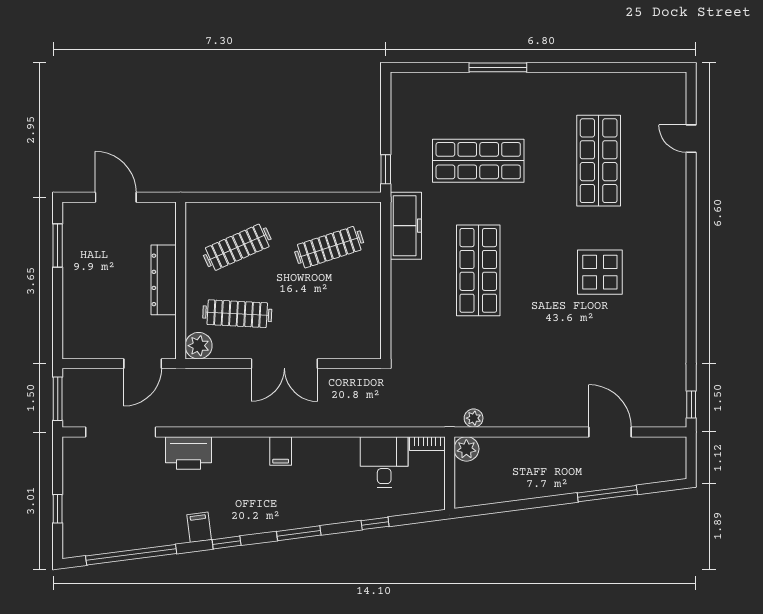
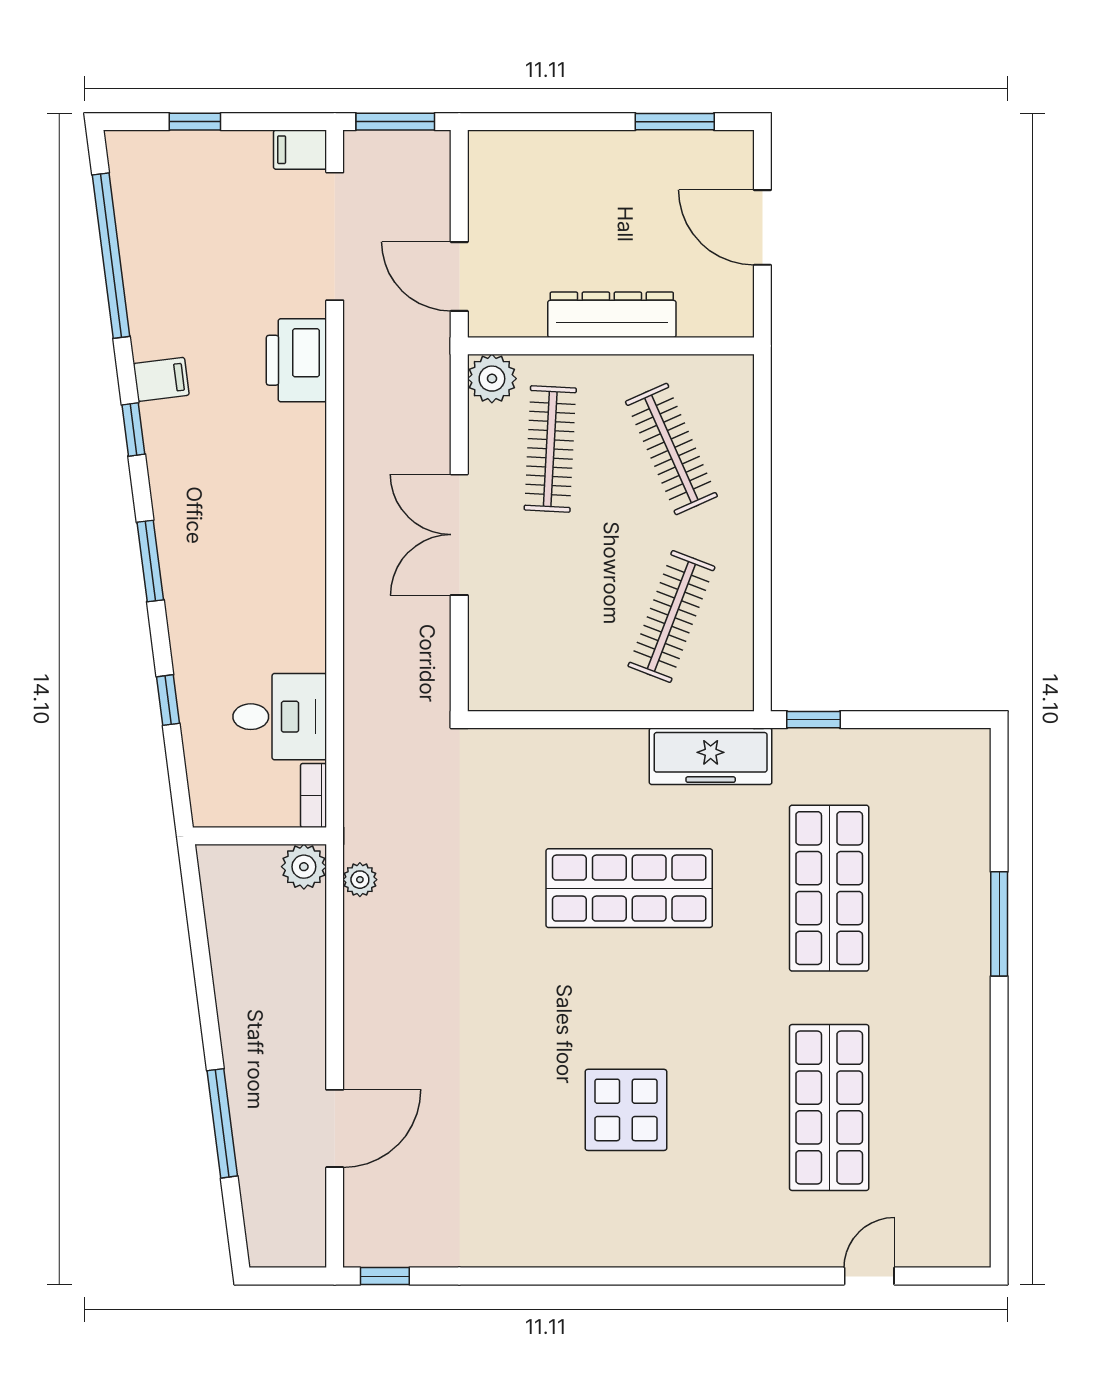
shop shelf: (599, 161) -> (829, 1108), turned 90
door: (116, 197) -> (762, 227), swing flipped
clothes rail: (329, 247) -> (671, 616), turned 39
filing cabinet: (281, 451) -> (300, 150), moved

